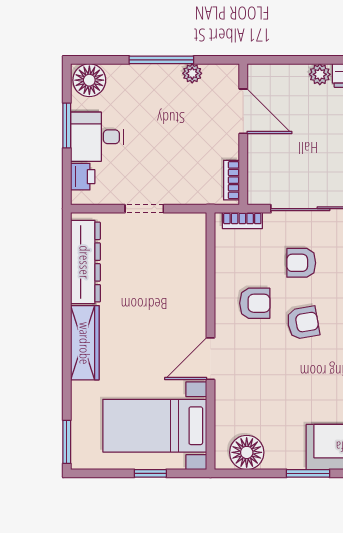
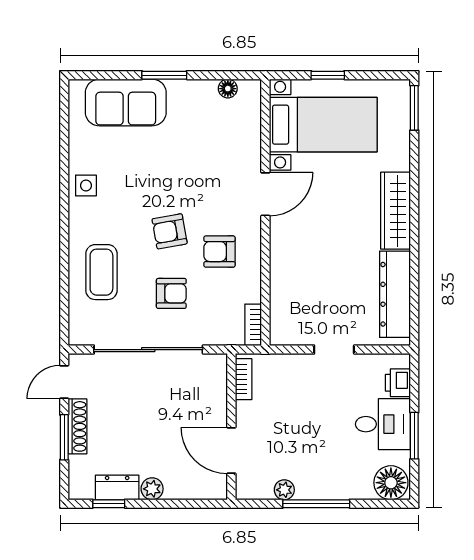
bookcase: (242, 220) -> (253, 325), moved, turned -90
floor lamp: (247, 452) -> (228, 89), width x0.53, depth x0.53

